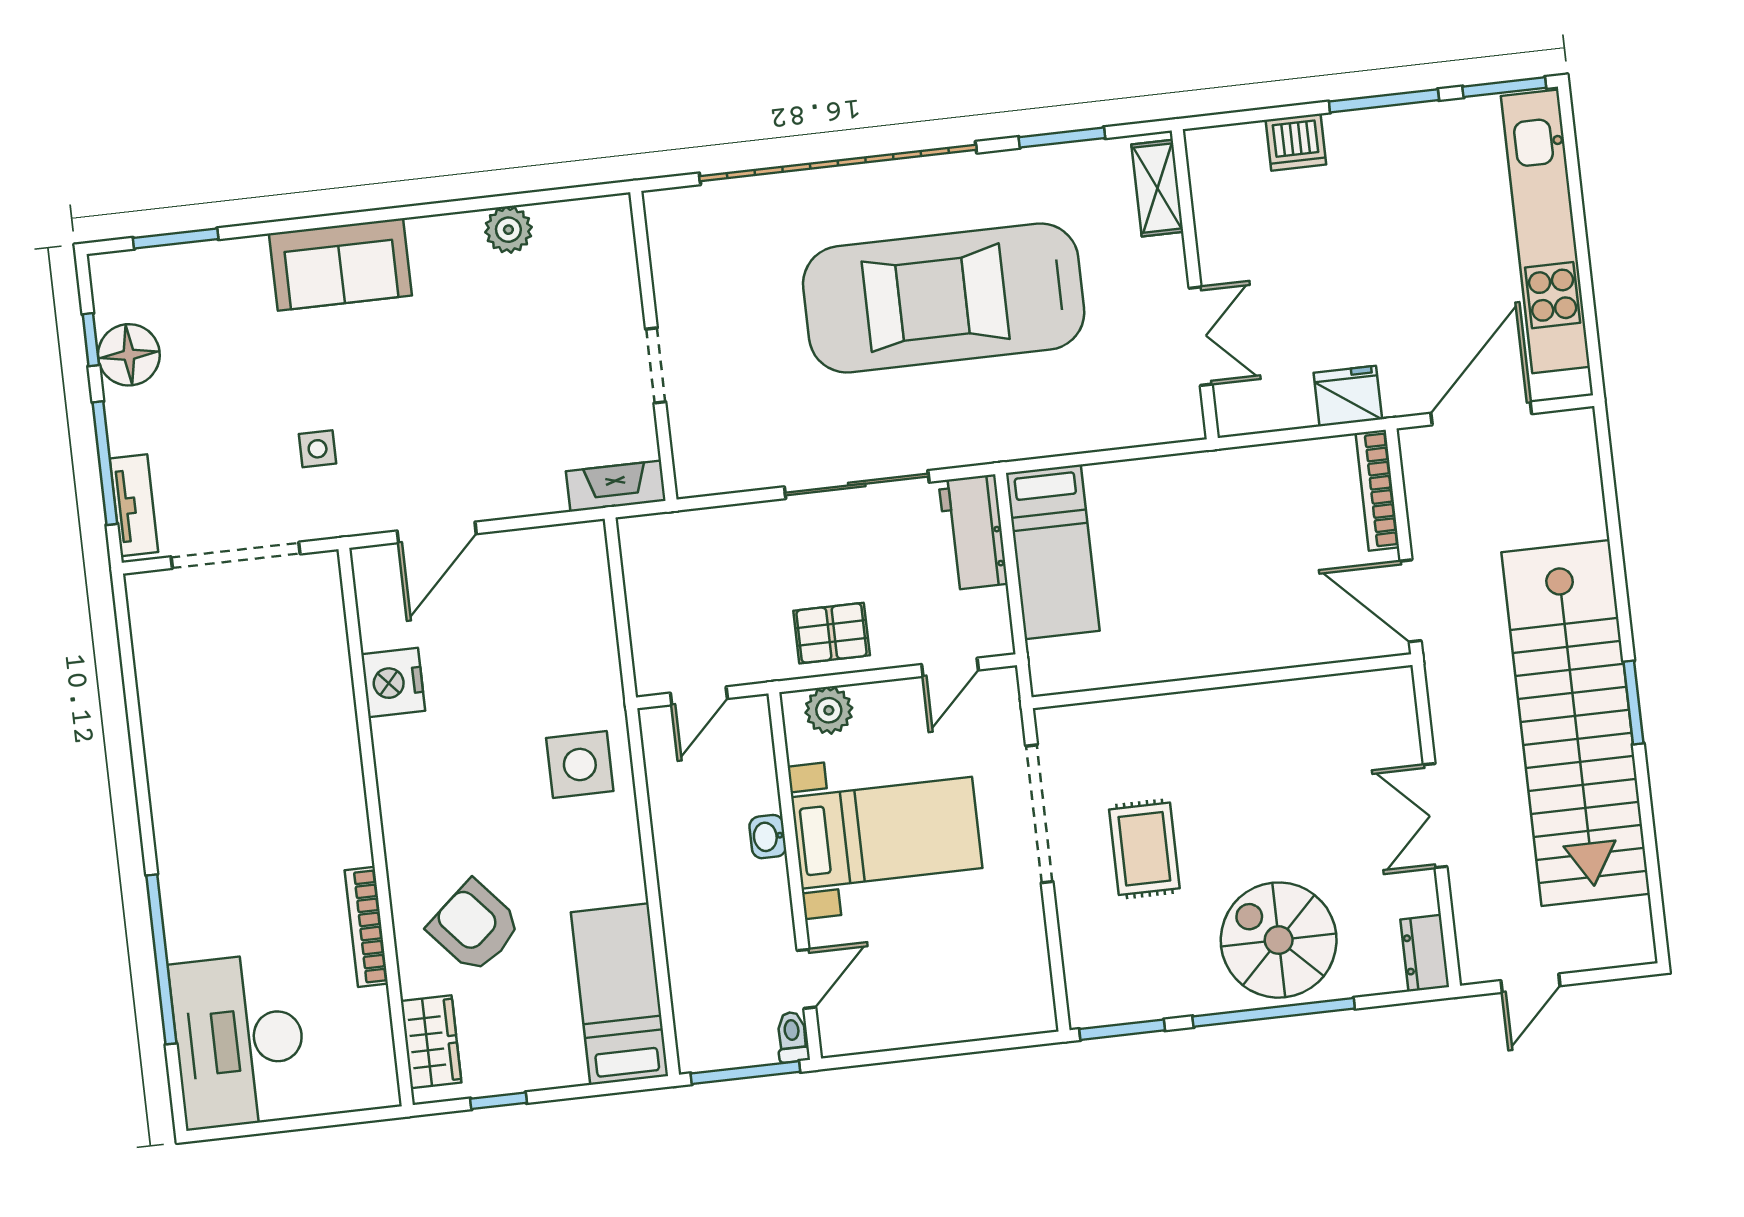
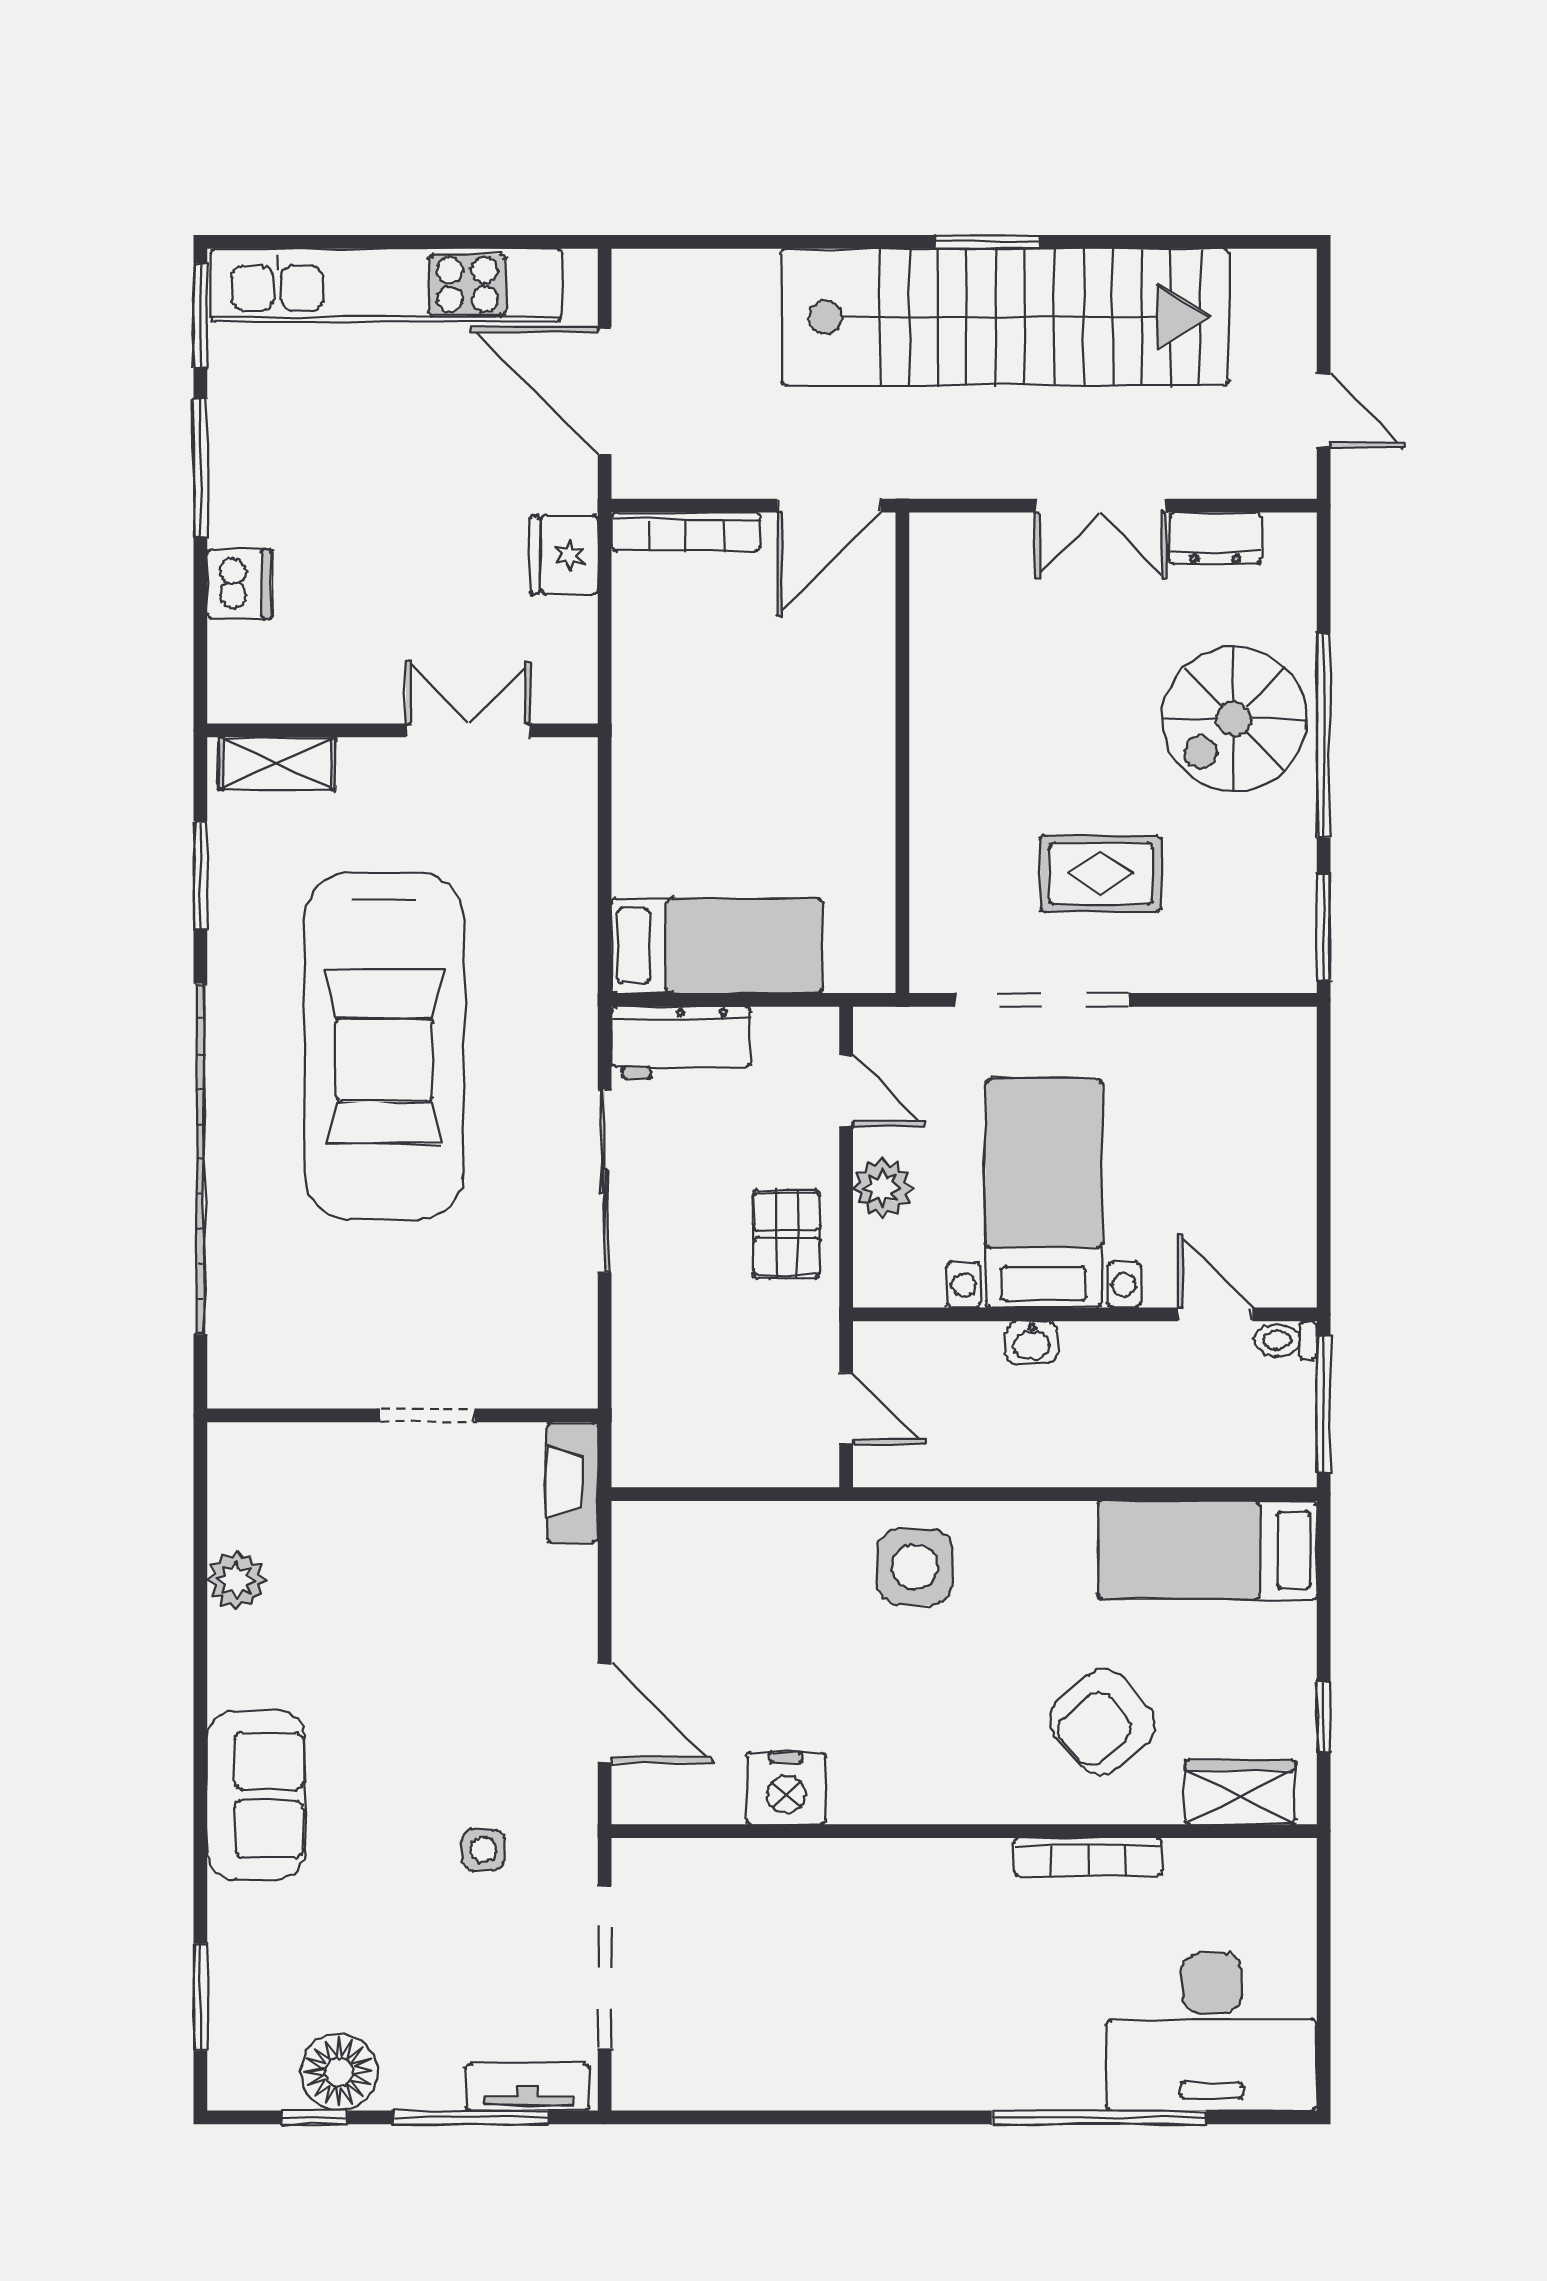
plant: (829, 710) -> (883, 1188), moved
dresser: (1425, 953) -> (1215, 538), moved

